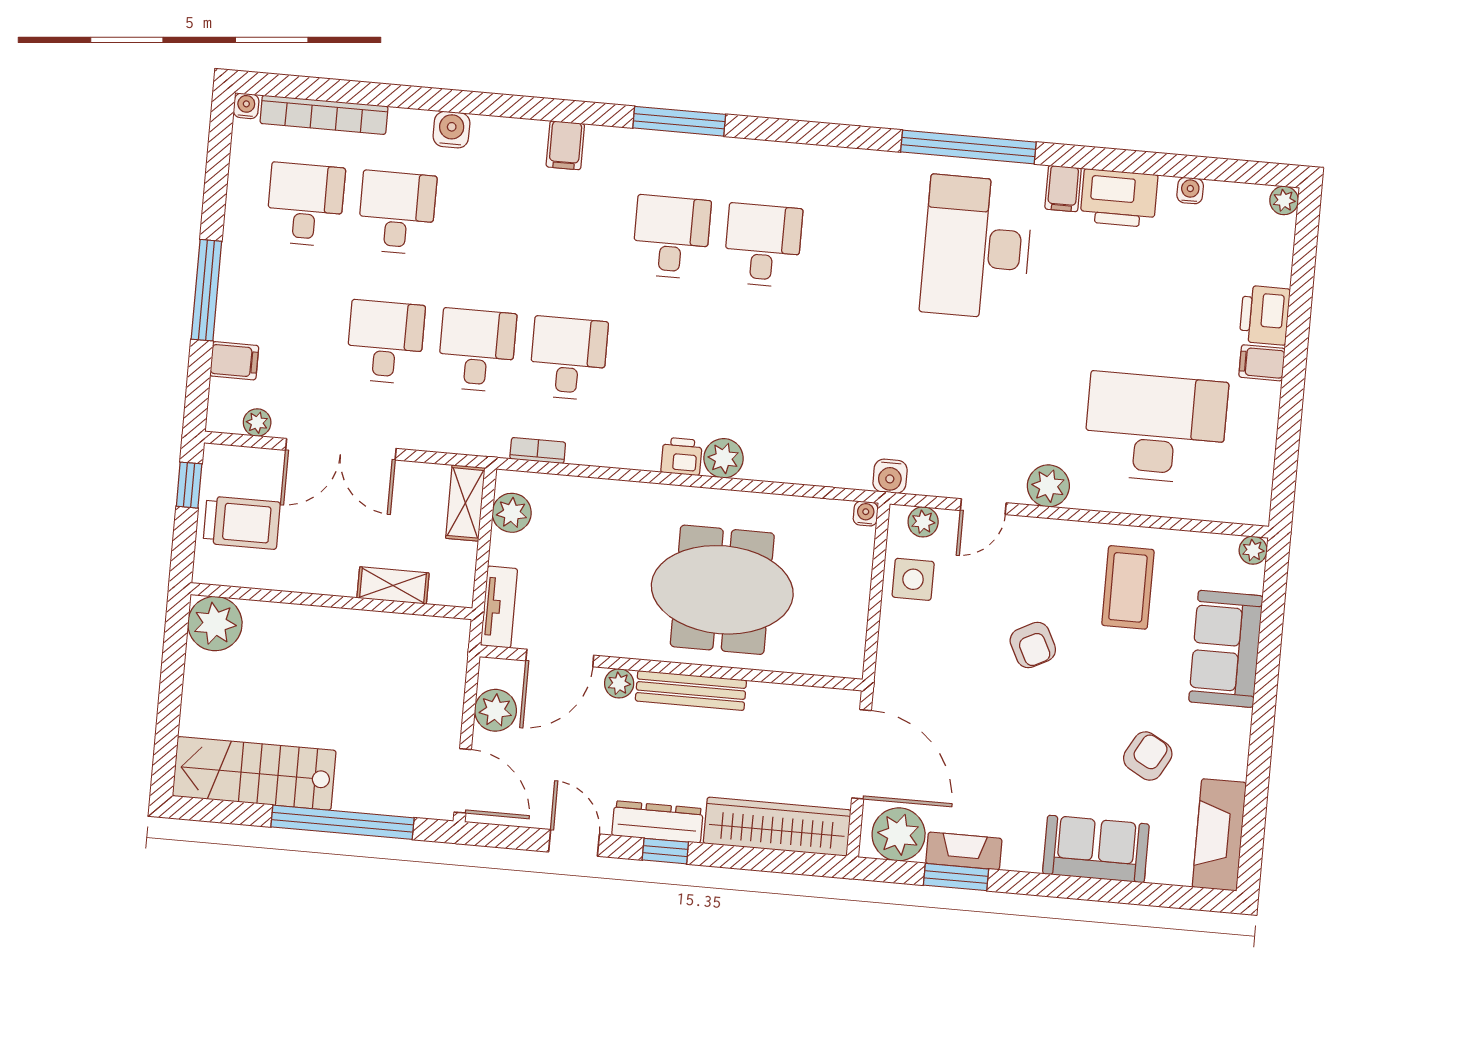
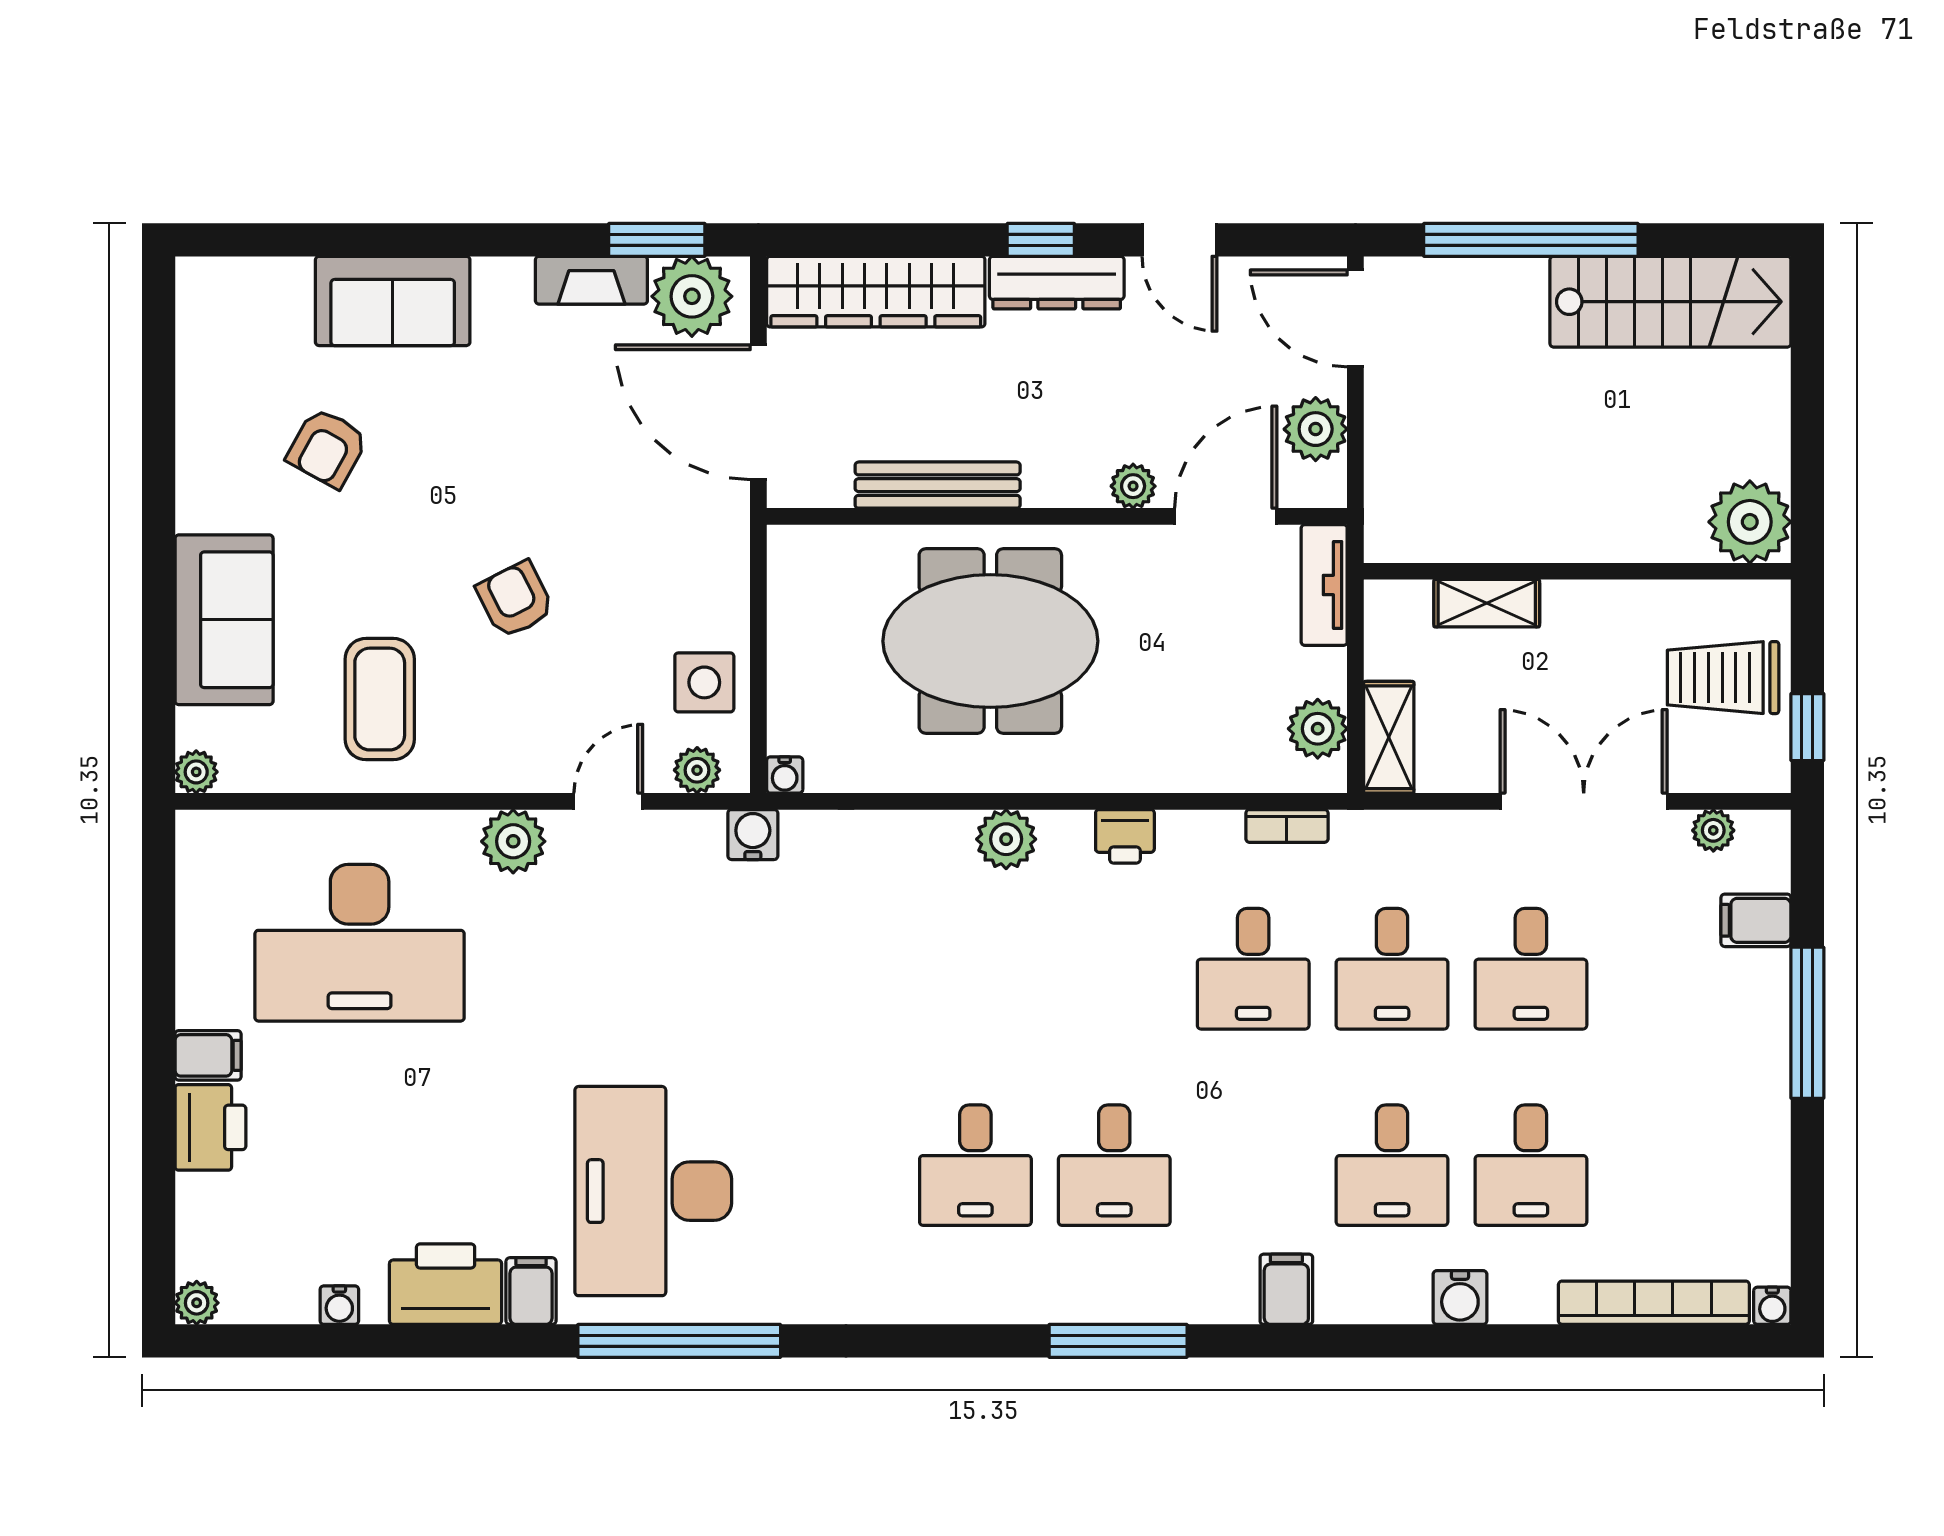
desk: (305, 205) -> (1392, 1165), moved
desk: (977, 247) -> (653, 1191), turned 180
printer: (681, 456) -> (1125, 836), moved
bench: (691, 690) -> (938, 485), moved
fireplace: (1219, 835) -> (209, 339), removed
window: (956, 877) -> (657, 240), moved

